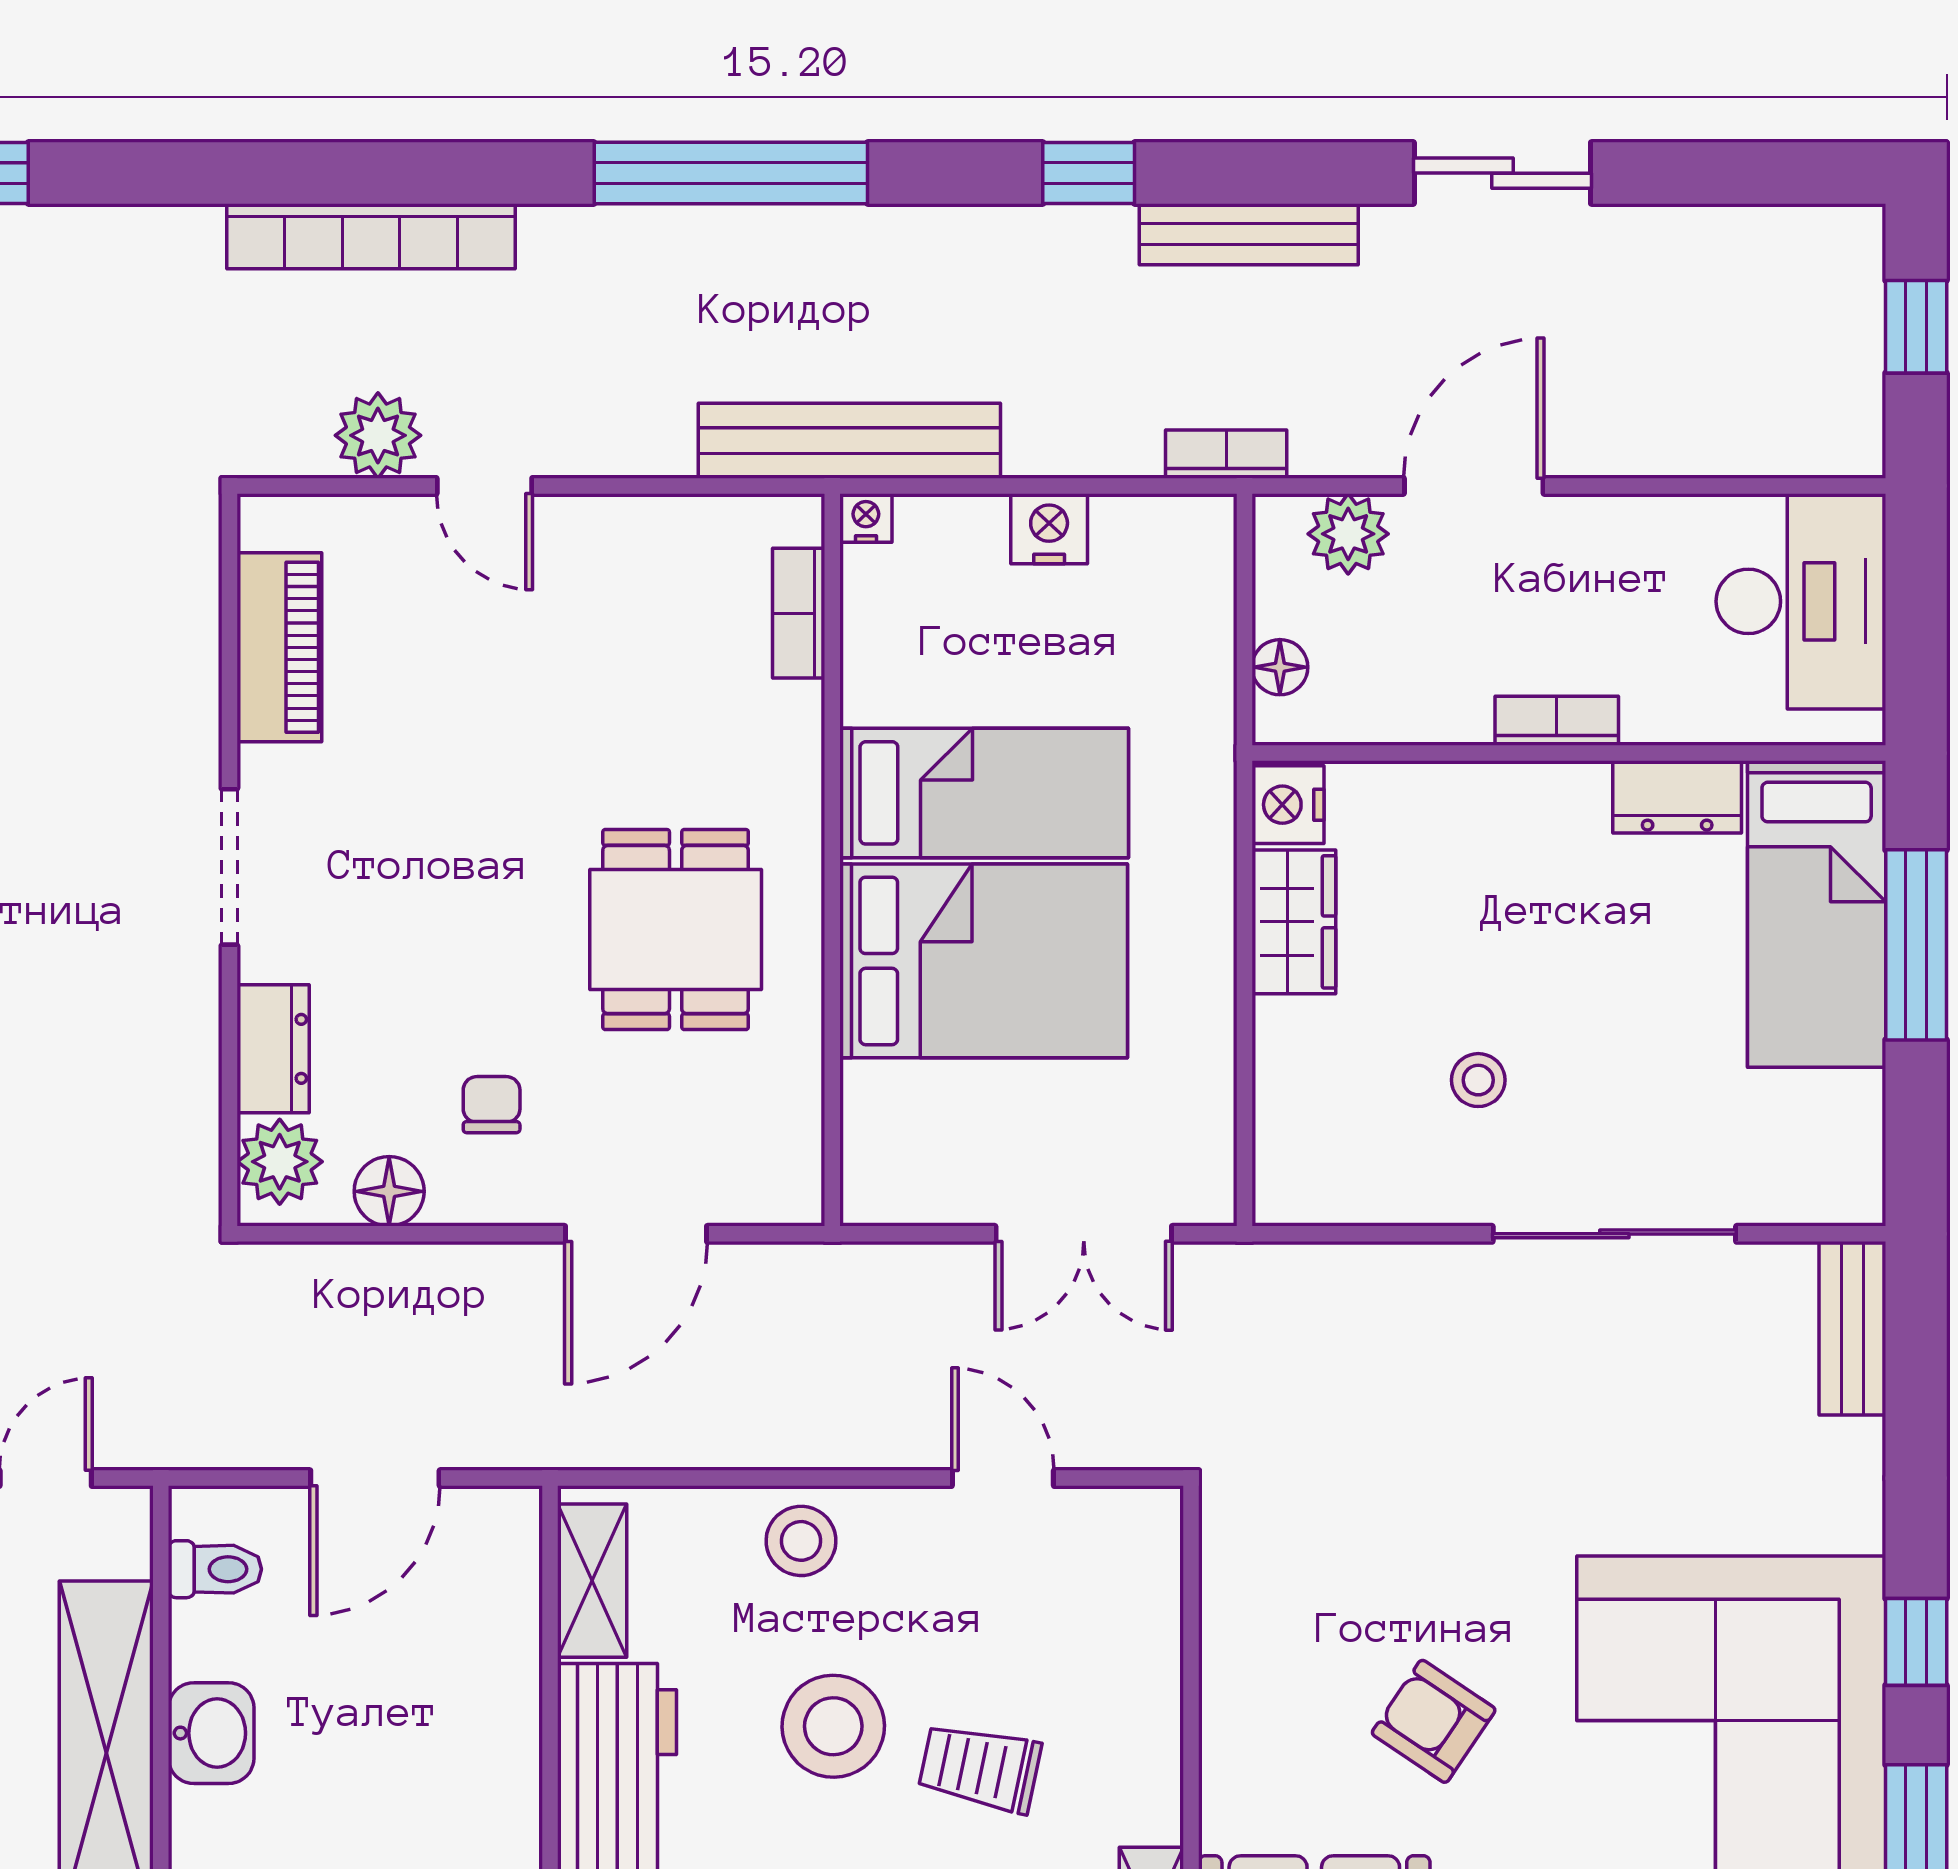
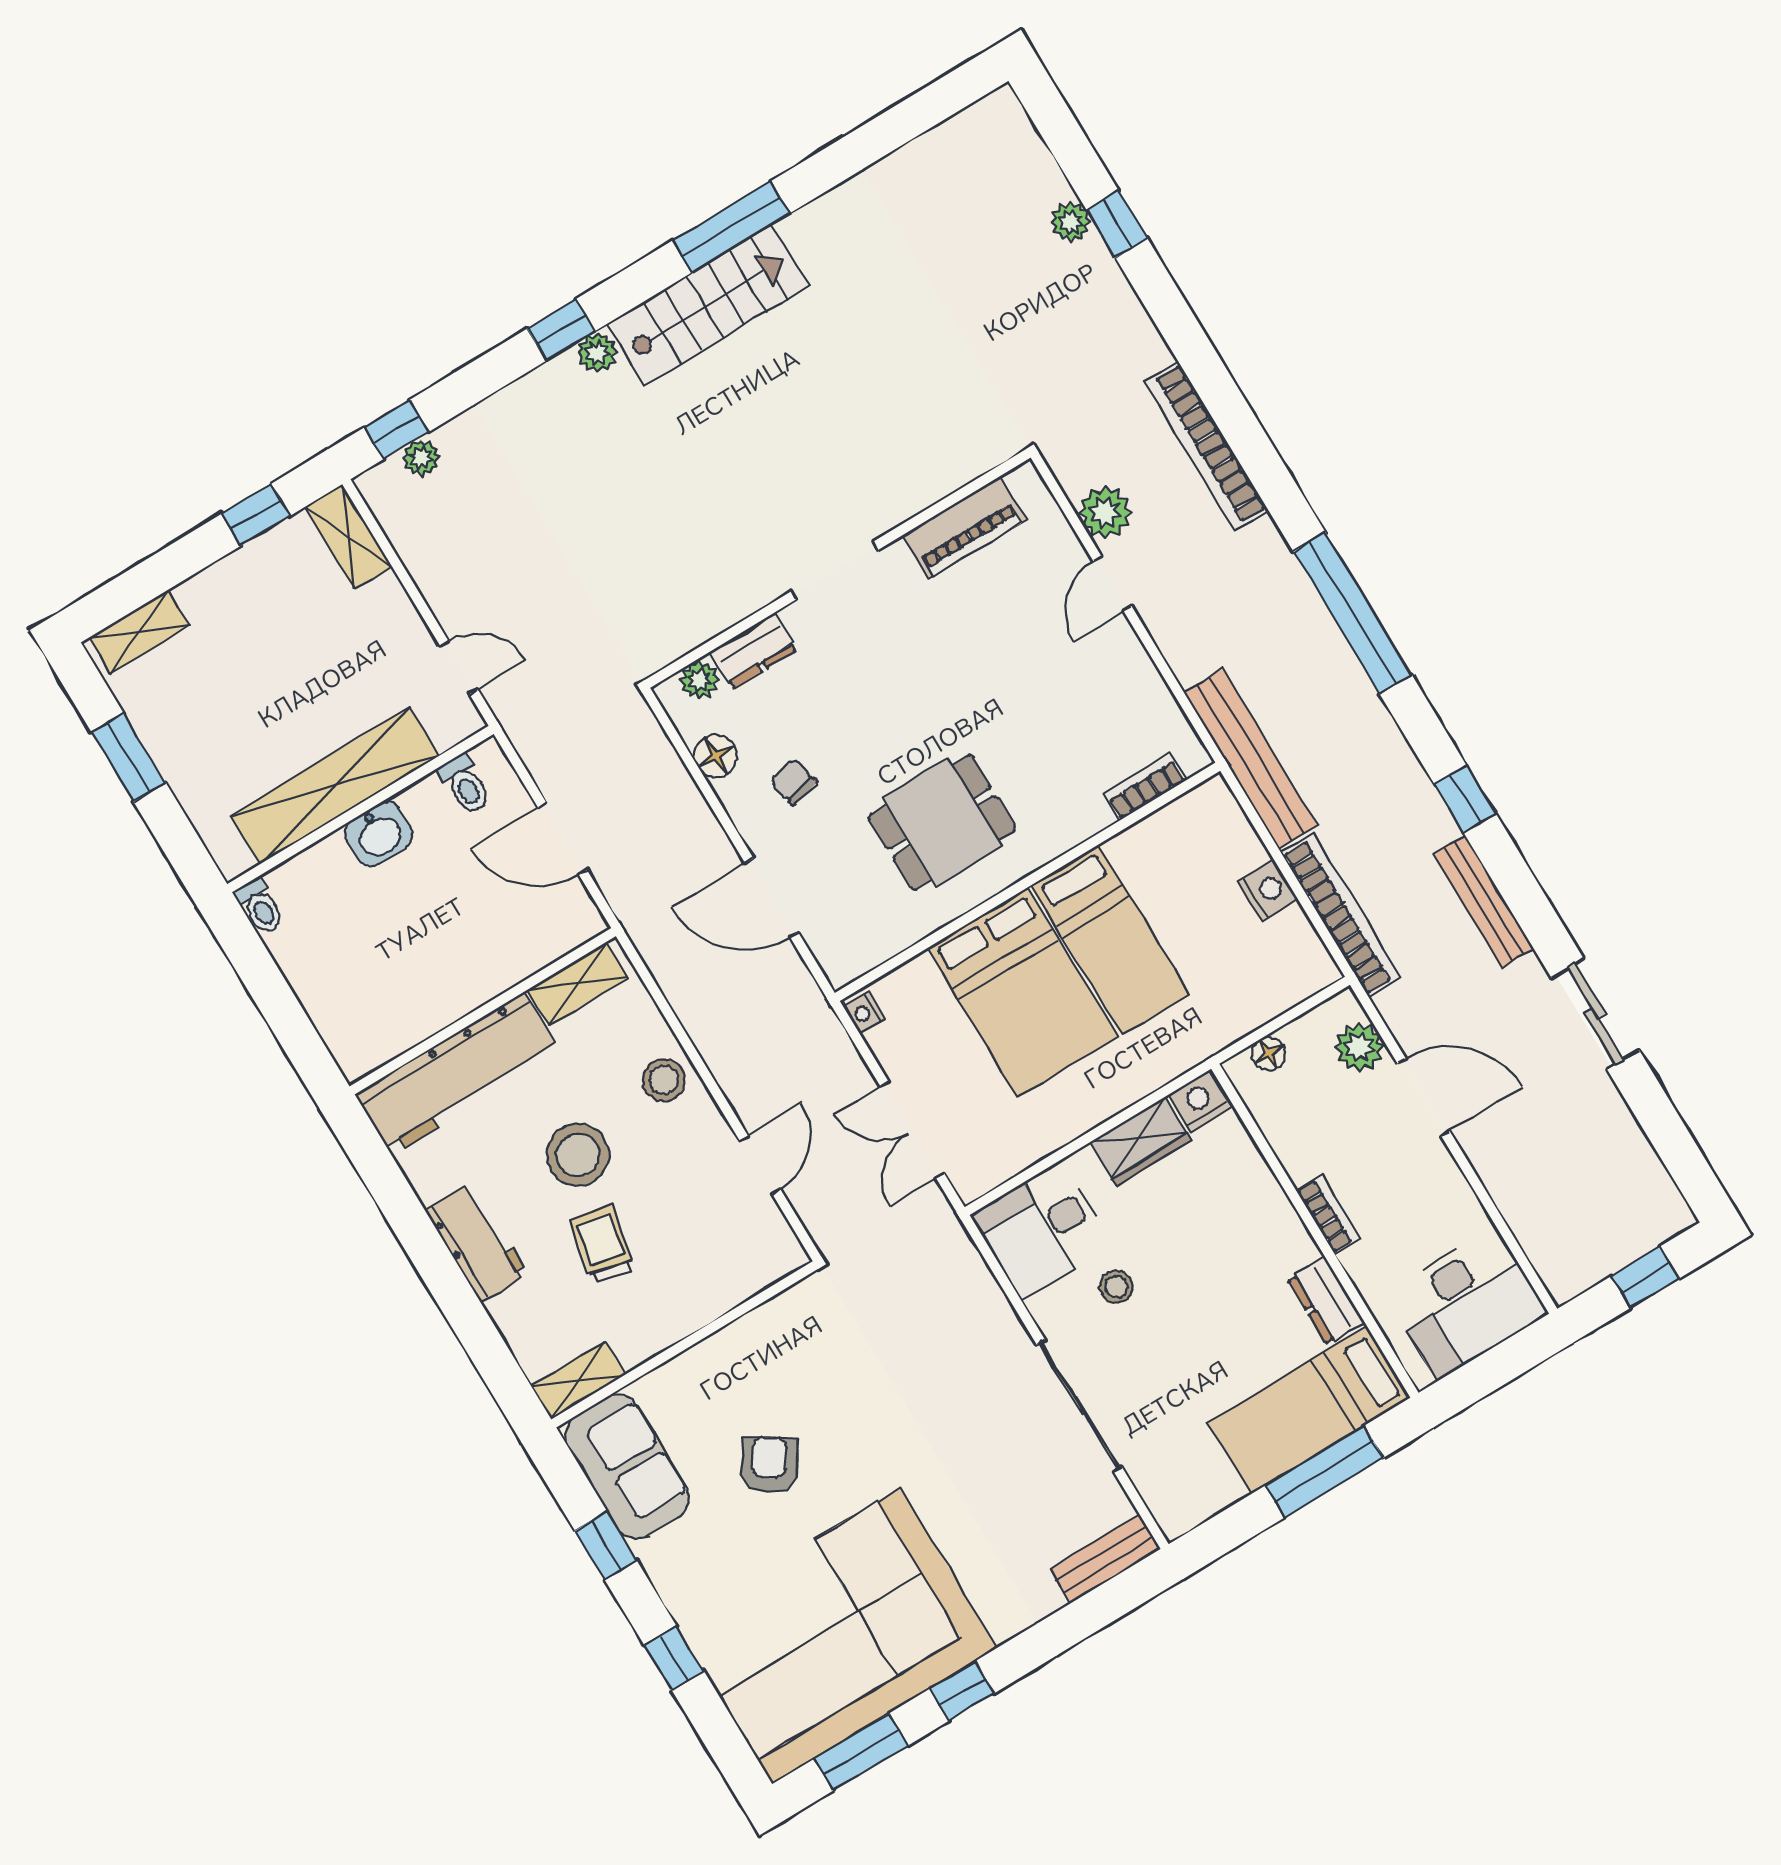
bookcase: (1226, 454) -> (1341, 915), width x2.31, depth x1.31
nightstand: (866, 518) -> (864, 1013), moved, turned 180
chair: (492, 1105) -> (793, 782), turned -104
desk: (1334, 1137) -> (1041, 1230), added
plant: (280, 1162) -> (699, 680), width x0.73, depth x0.73

